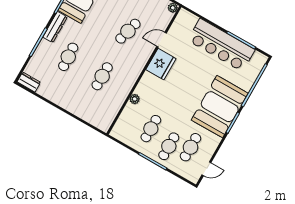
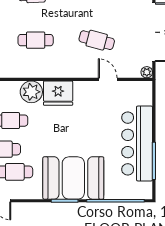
fridge: (161, 64) -> (58, 93), moved
plant: (135, 99) -> (31, 92), width x1.87, depth x1.87

